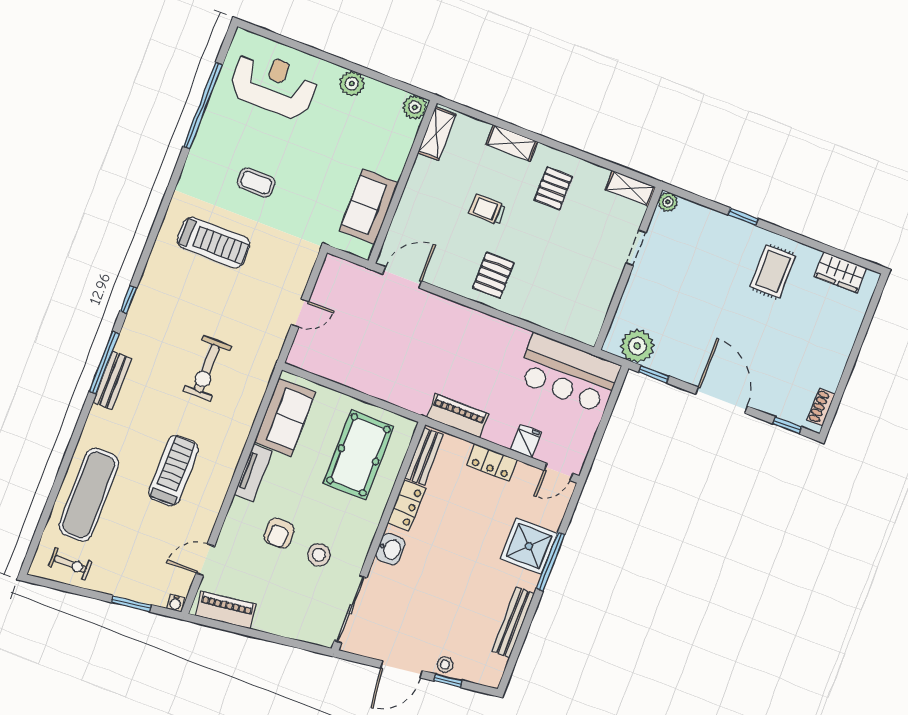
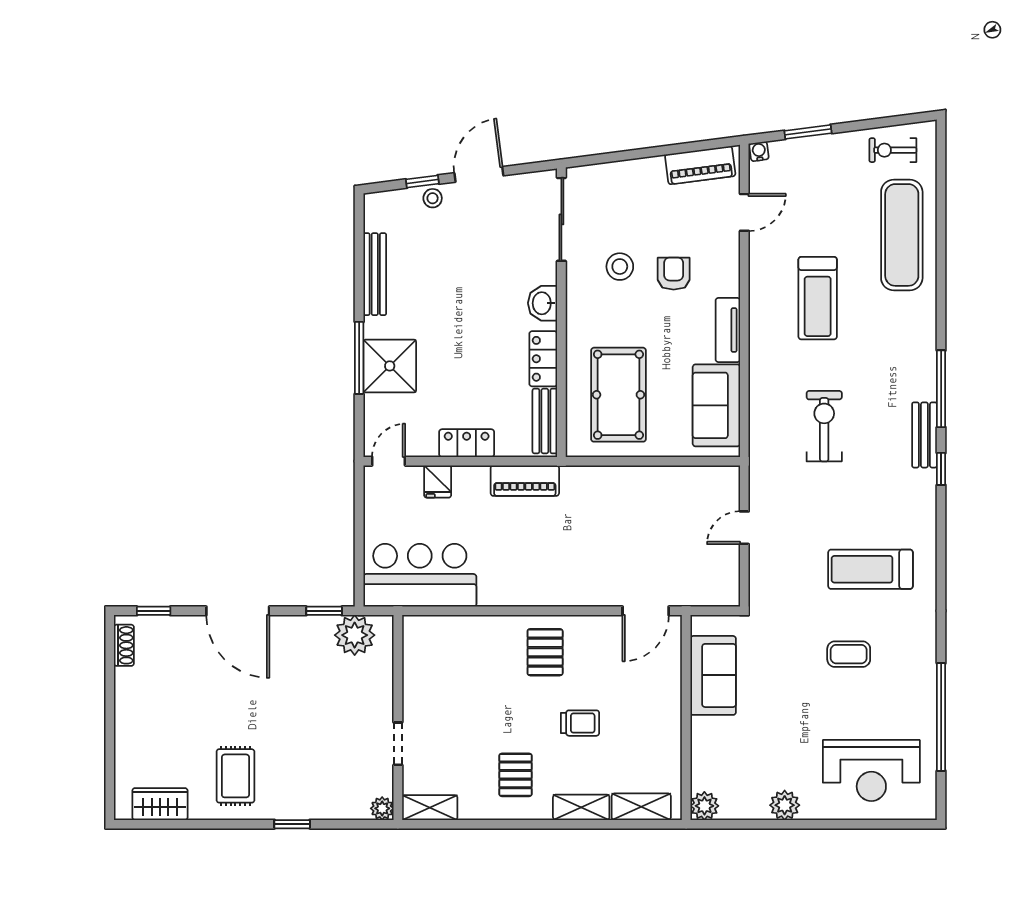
shelving: (437, 134) -> (641, 807), moved, turned 90
bench: (112, 380) -> (924, 435), moved

